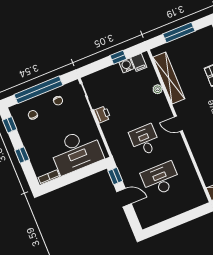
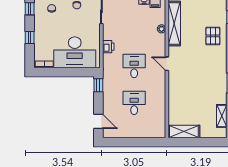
printer: (102, 114) -> (108, 47), moved
desk: (161, 179) -> (134, 103), width x0.73
door: (124, 198) -> (98, 121), moved

